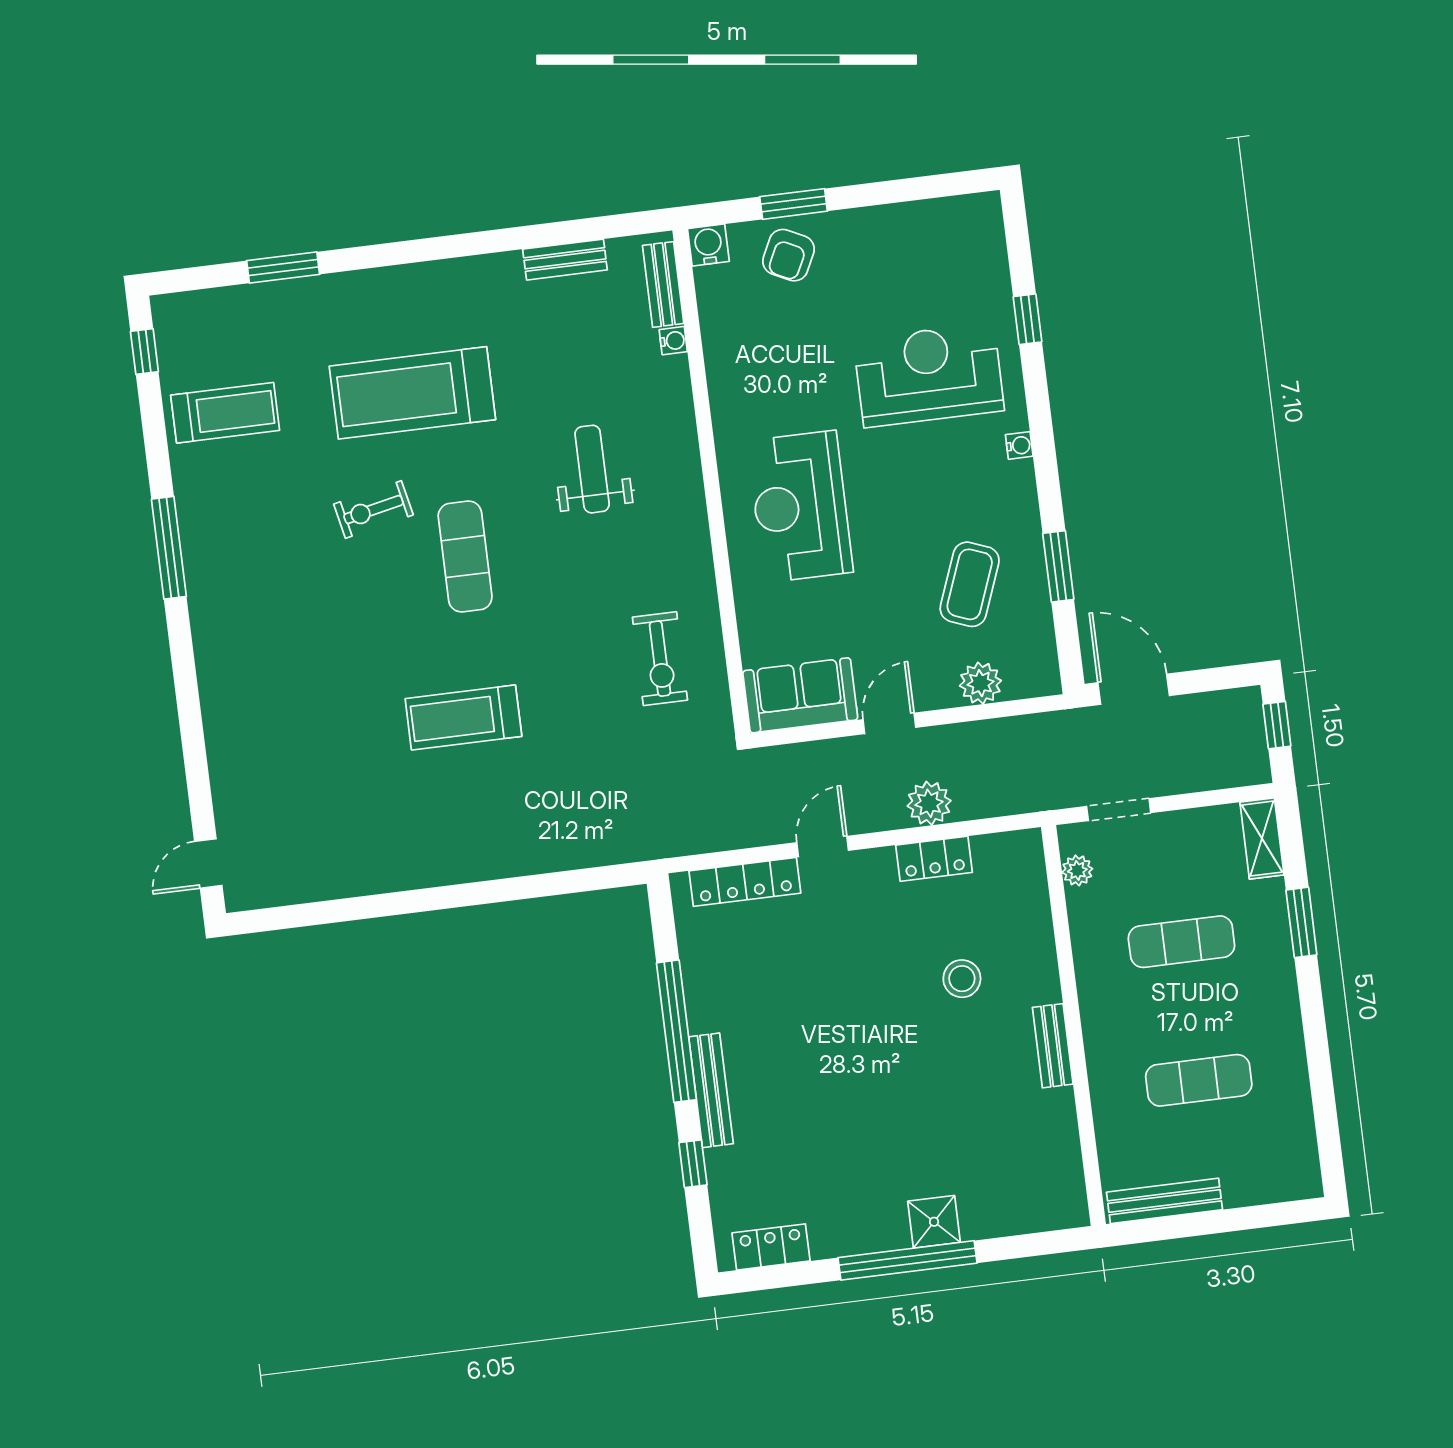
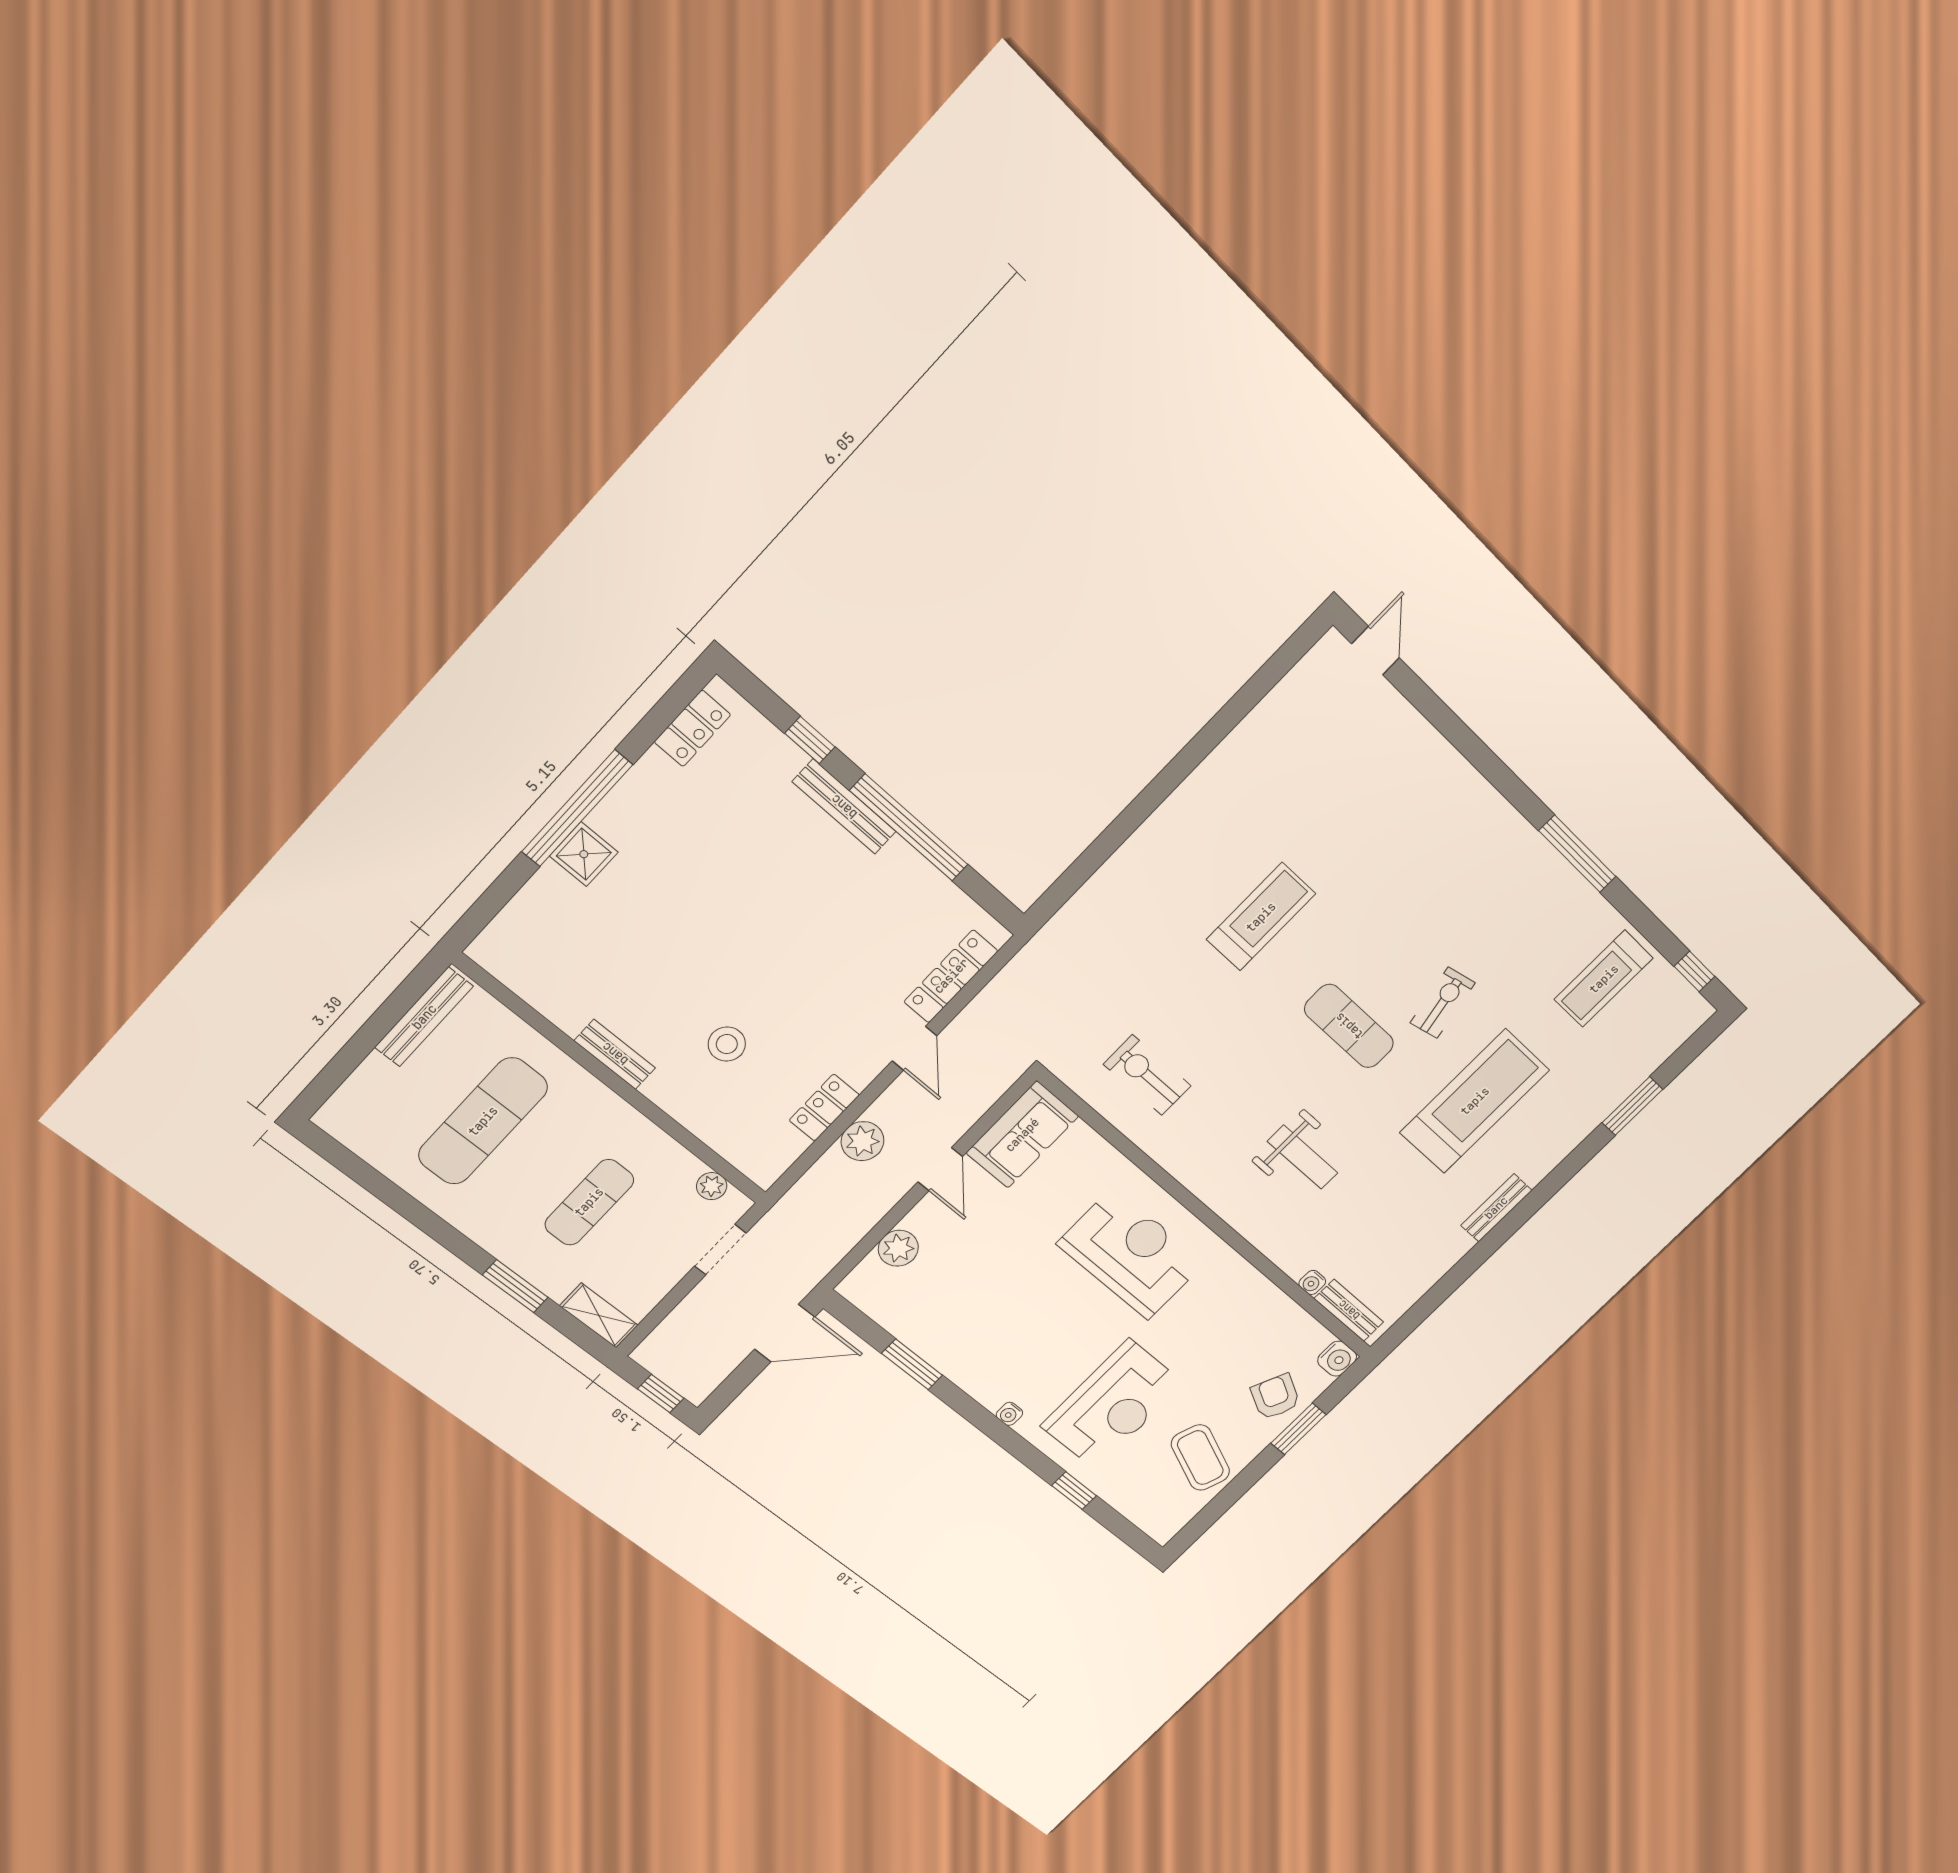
bench: (565, 260) -> (1496, 1208), moved
coffee table: (970, 584) -> (1200, 1458), moved
exercise mat: (1199, 1080) -> (483, 1121), width x1.36, depth x1.45

